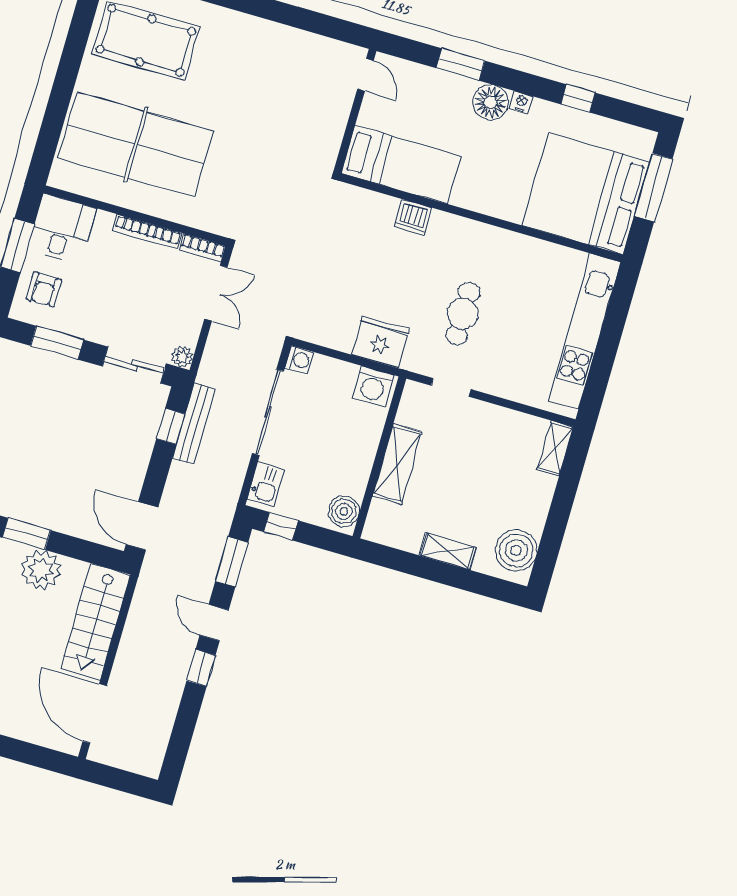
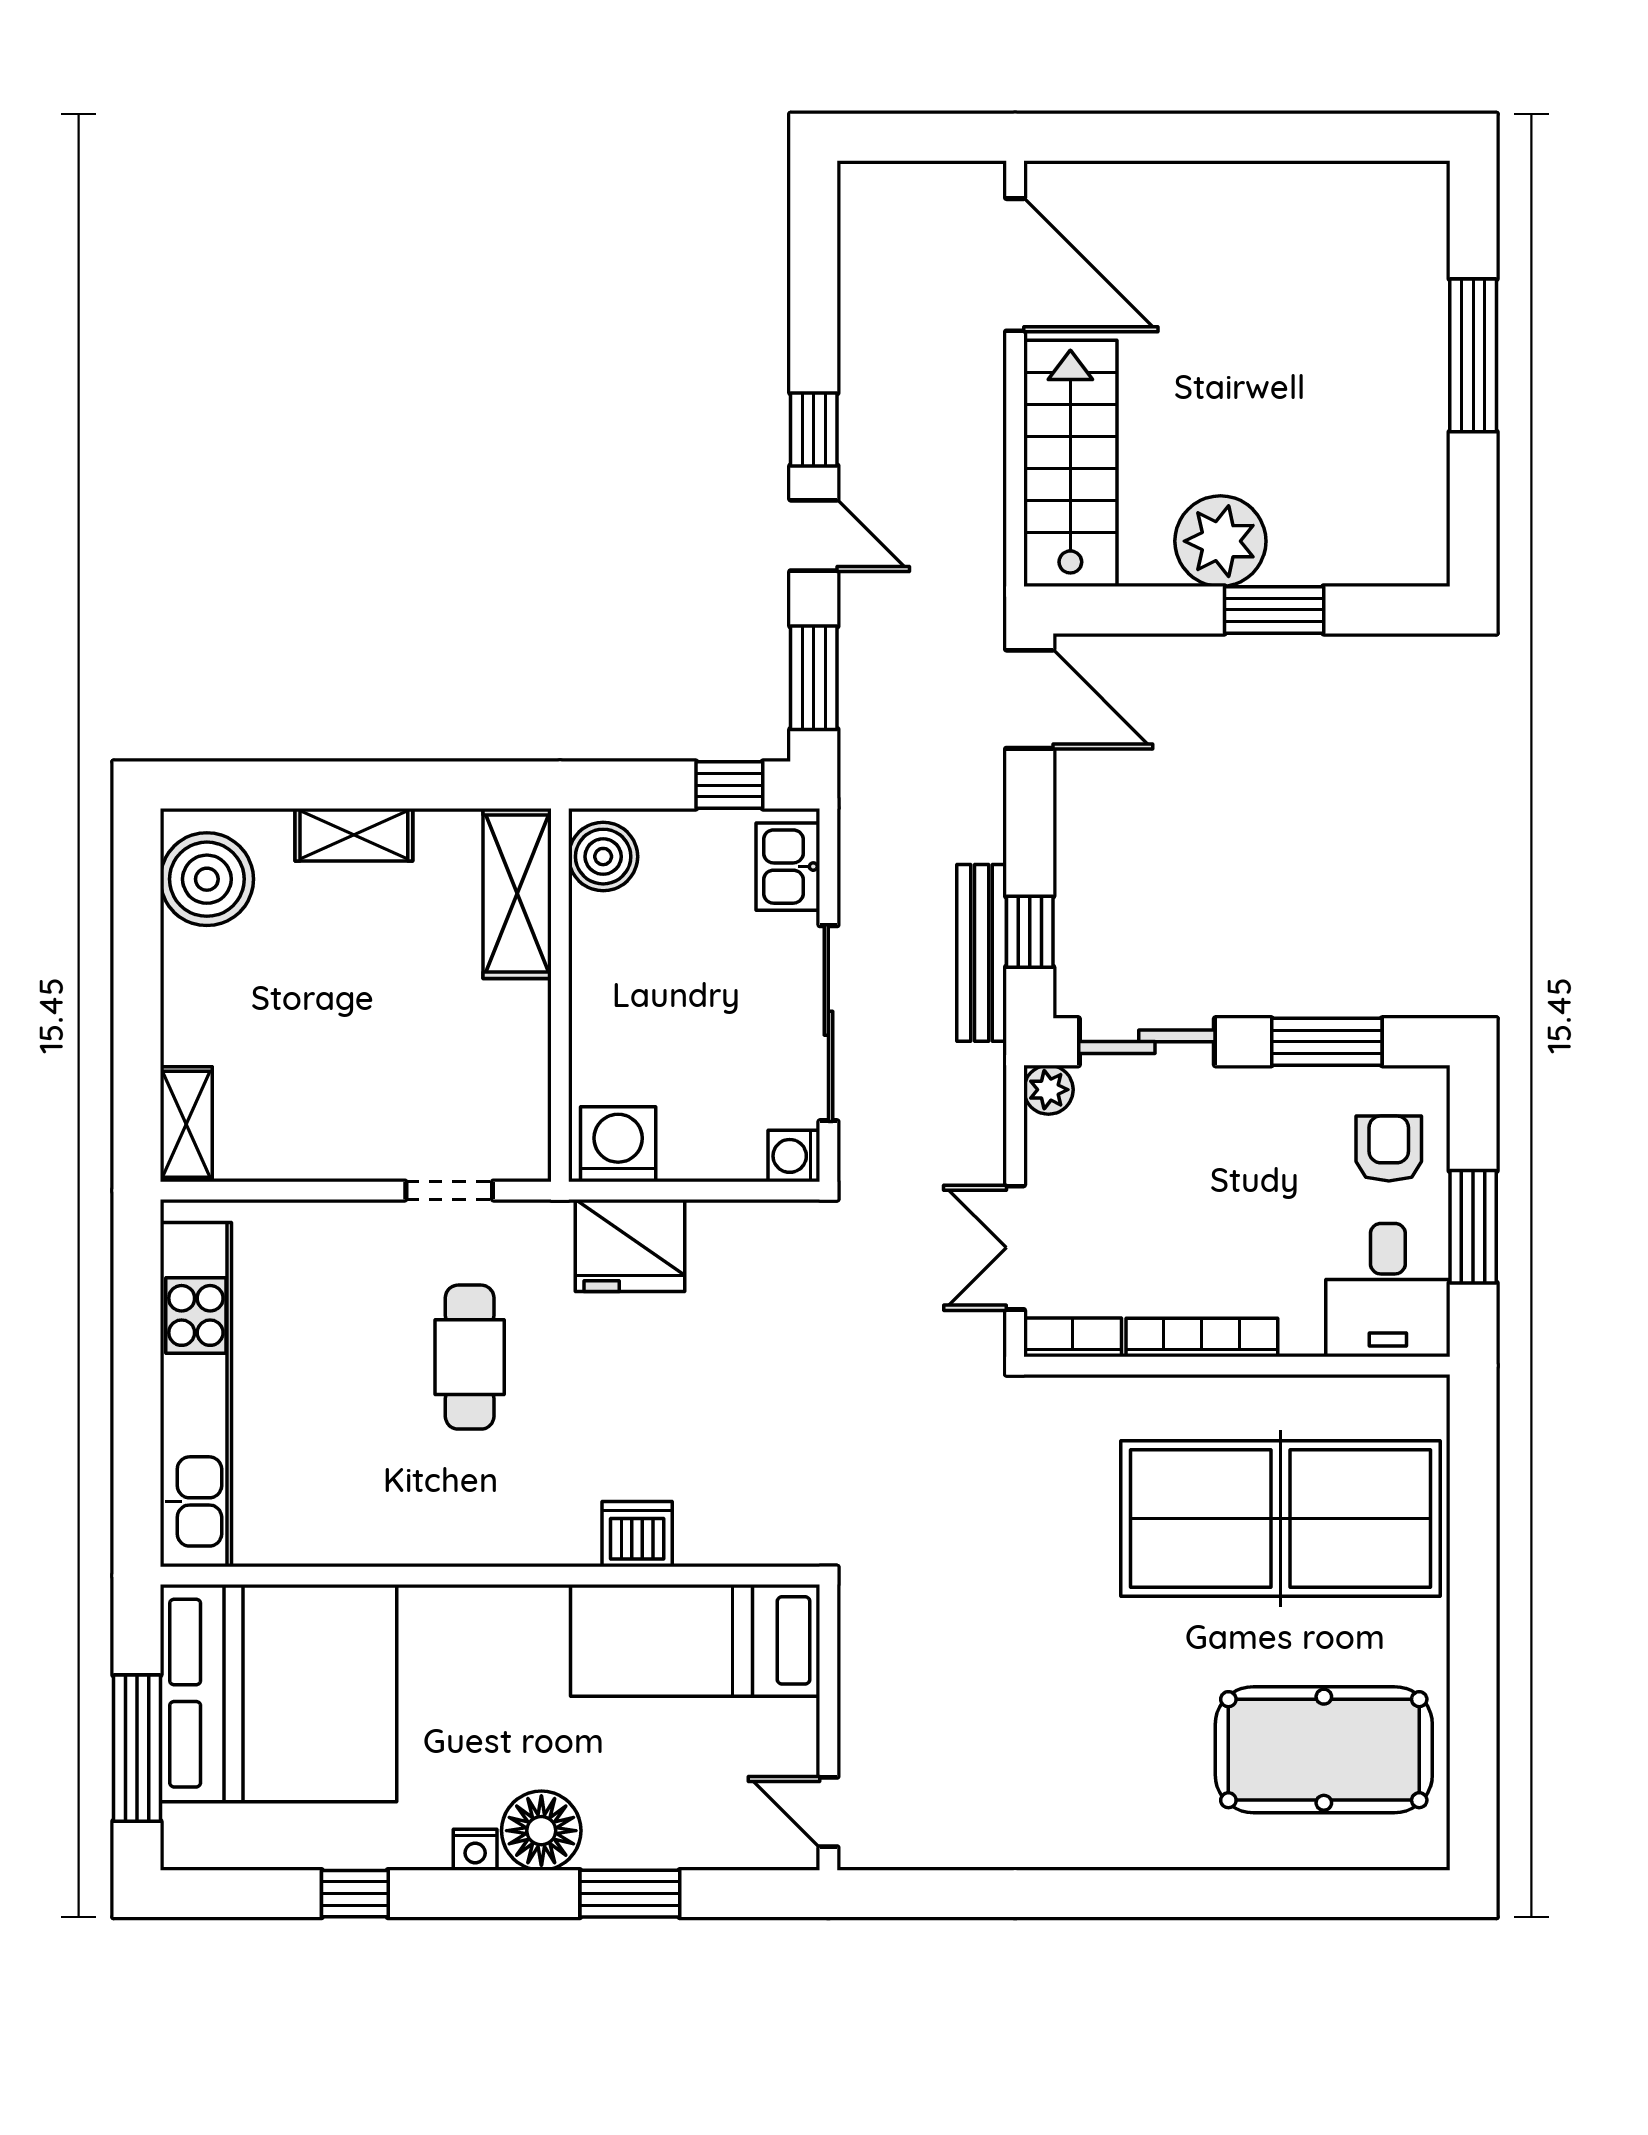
shelving: (397, 464) -> (517, 894), moved

